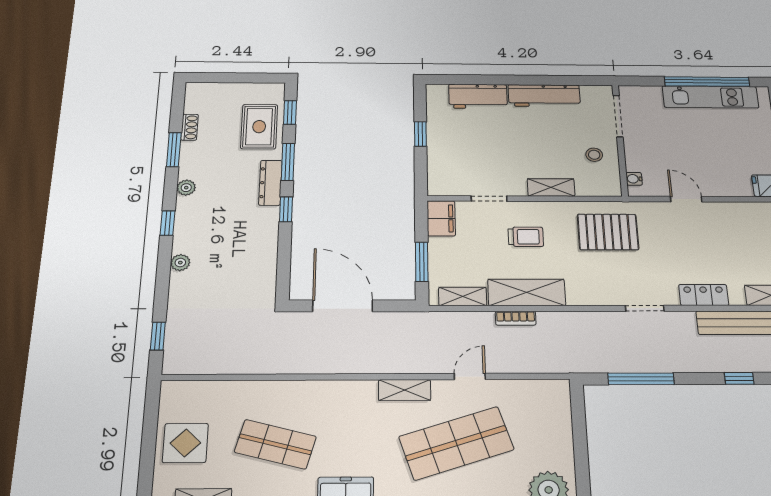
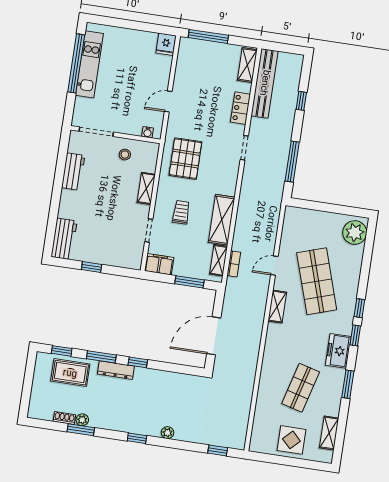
workbench: (478, 96) -> (64, 239), moved
workbench: (544, 96) -> (73, 172), width x0.73
plant: (186, 188) -> (82, 420), moved
bookcase: (516, 318) -> (234, 264), moved
door: (470, 376) -> (274, 266), hinge flipped

